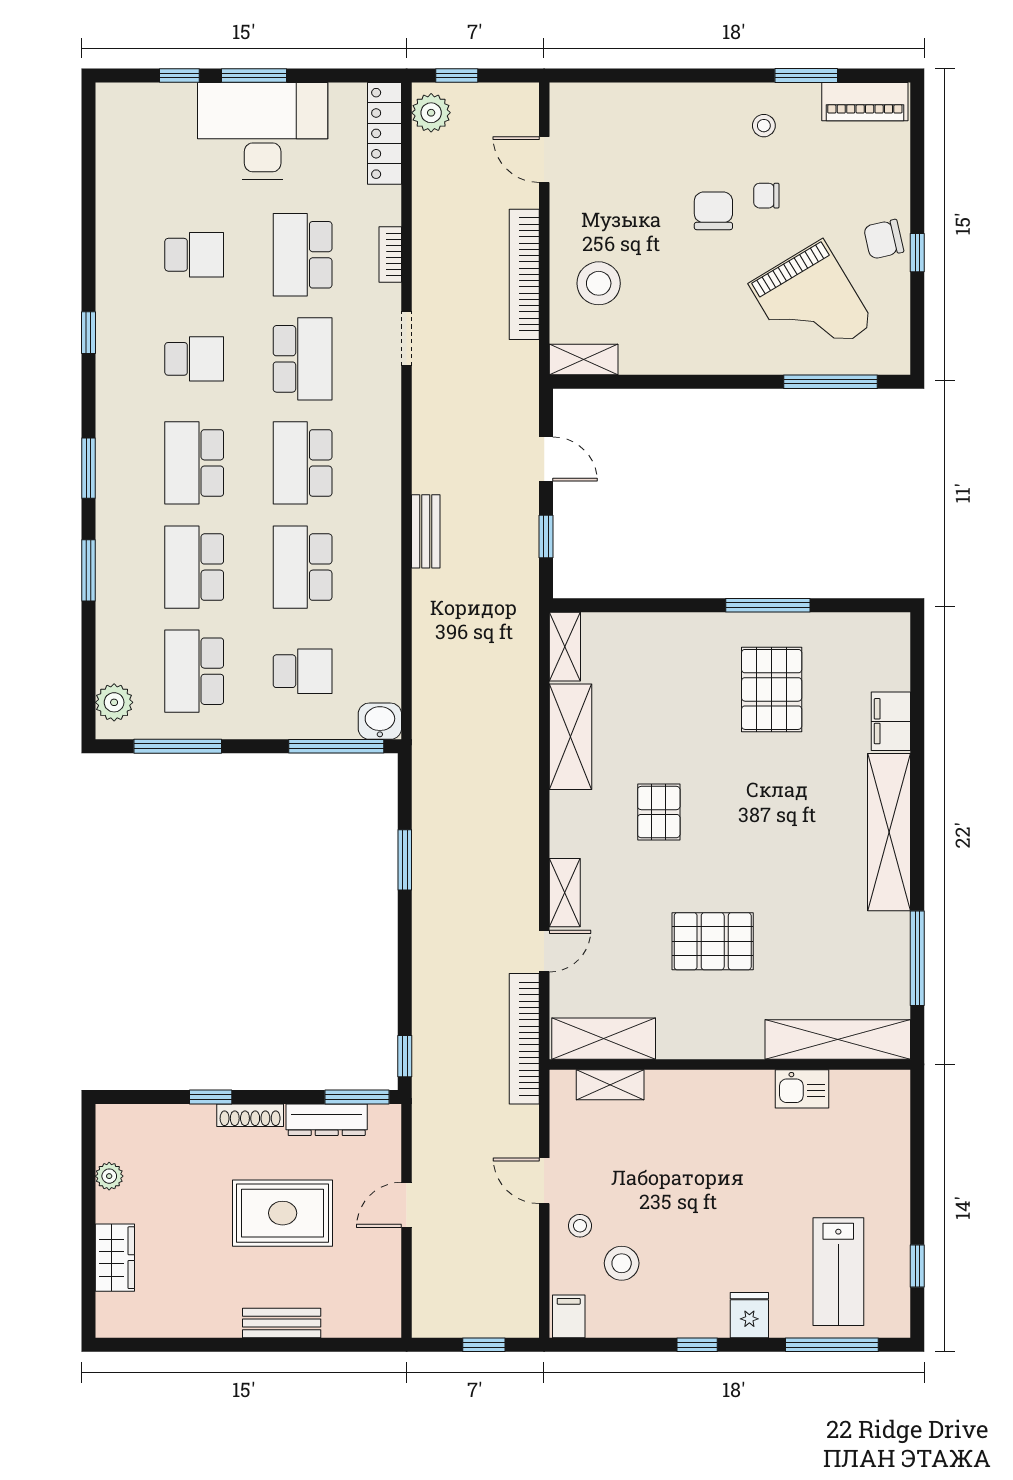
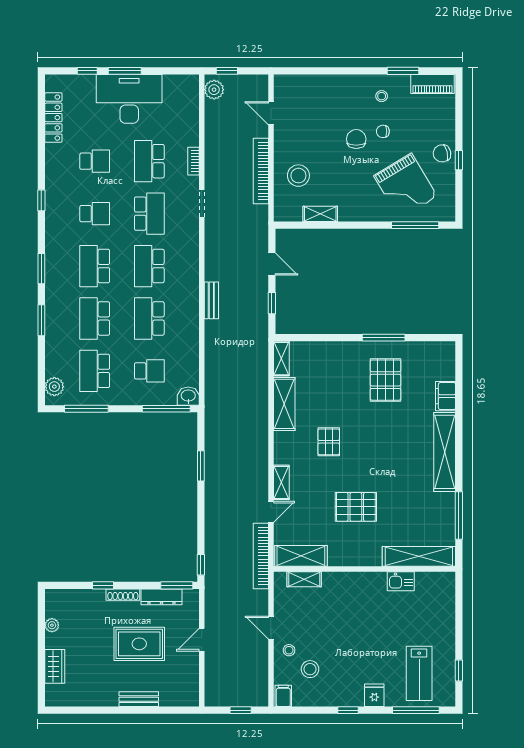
locker: (385, 133) -> (53, 118), moved, turned 180
shelving: (584, 359) -> (320, 214), moved

